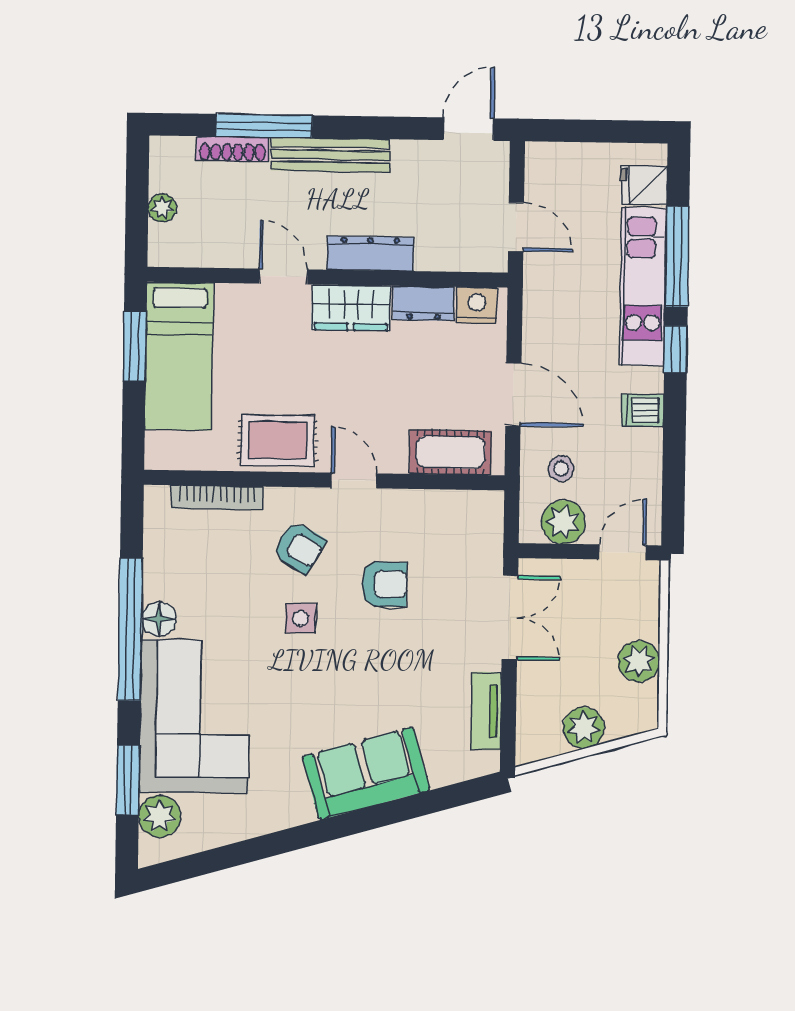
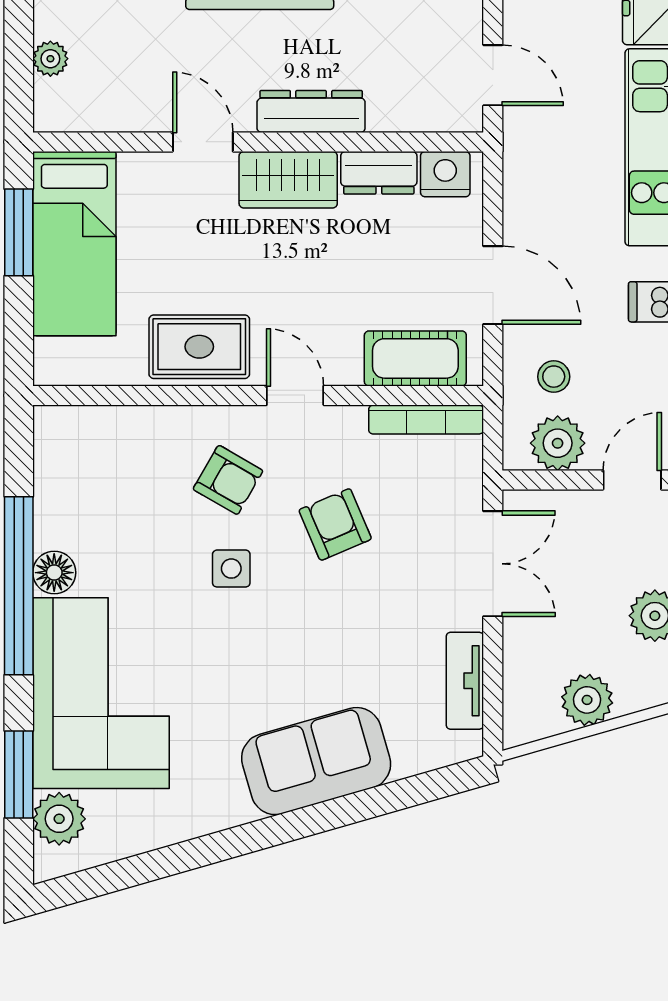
bookcase: (217, 498) -> (426, 420), moved
armchair: (384, 584) -> (335, 524), turned -113

